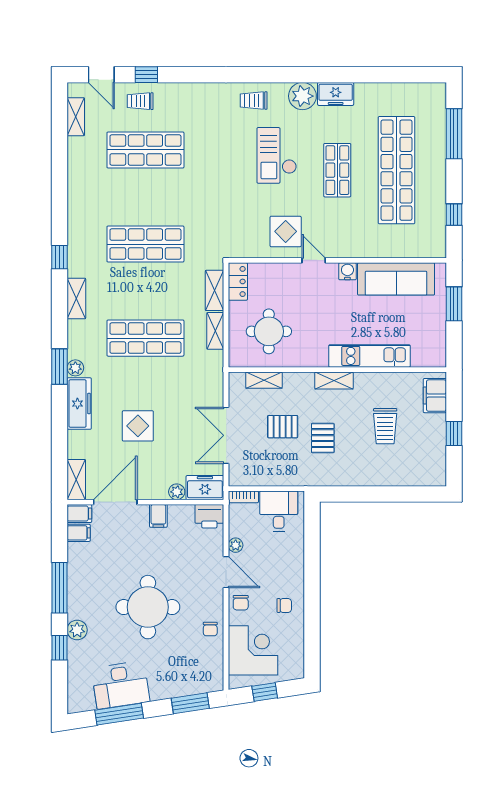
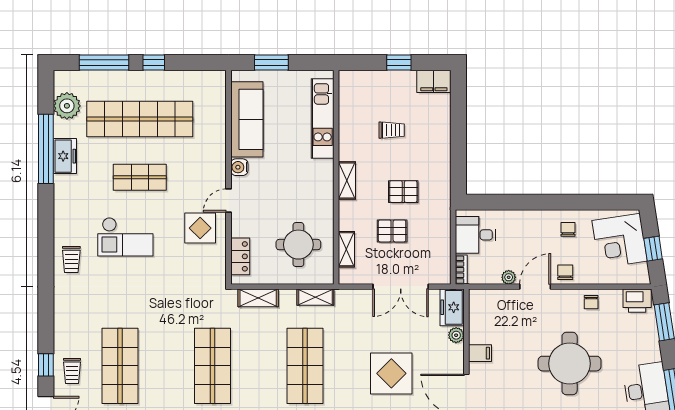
window: (366, 75) -> (46, 149), added
freezer: (336, 94) -> (65, 156), moved
plant: (302, 96) -> (67, 106), moved
window: (454, 215) -> (154, 62), moved
locker: (238, 281) -> (240, 256), moved, turned 90
shelving: (215, 331) -> (315, 297), moved
kitchen unit: (369, 356) -> (323, 119), moved
filing cabinet: (435, 396) -> (434, 81), moved
display table: (138, 426) -> (391, 373), width x1.36, depth x1.36
trolley: (385, 426) -> (392, 130), width x0.73, depth x0.72
pallet: (283, 427) -> (392, 231), turned 90
printer: (209, 516) -> (637, 301), moved, turned 90
chair: (241, 603) -> (565, 272), turned -90
chair: (210, 629) -> (591, 302), turned 90
corner desk: (253, 650) -> (620, 241), moved, turned -99

